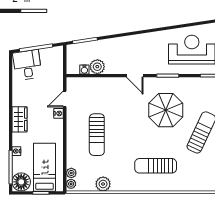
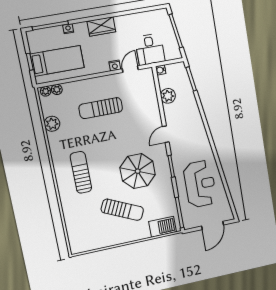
desk: (27, 65) -> (150, 49), moved, turned 99
water cooler: (84, 70) -> (161, 70), moved
door: (65, 99) -> (130, 69), hinge flipped
floor lamp: (21, 182) -> (37, 39), removed

